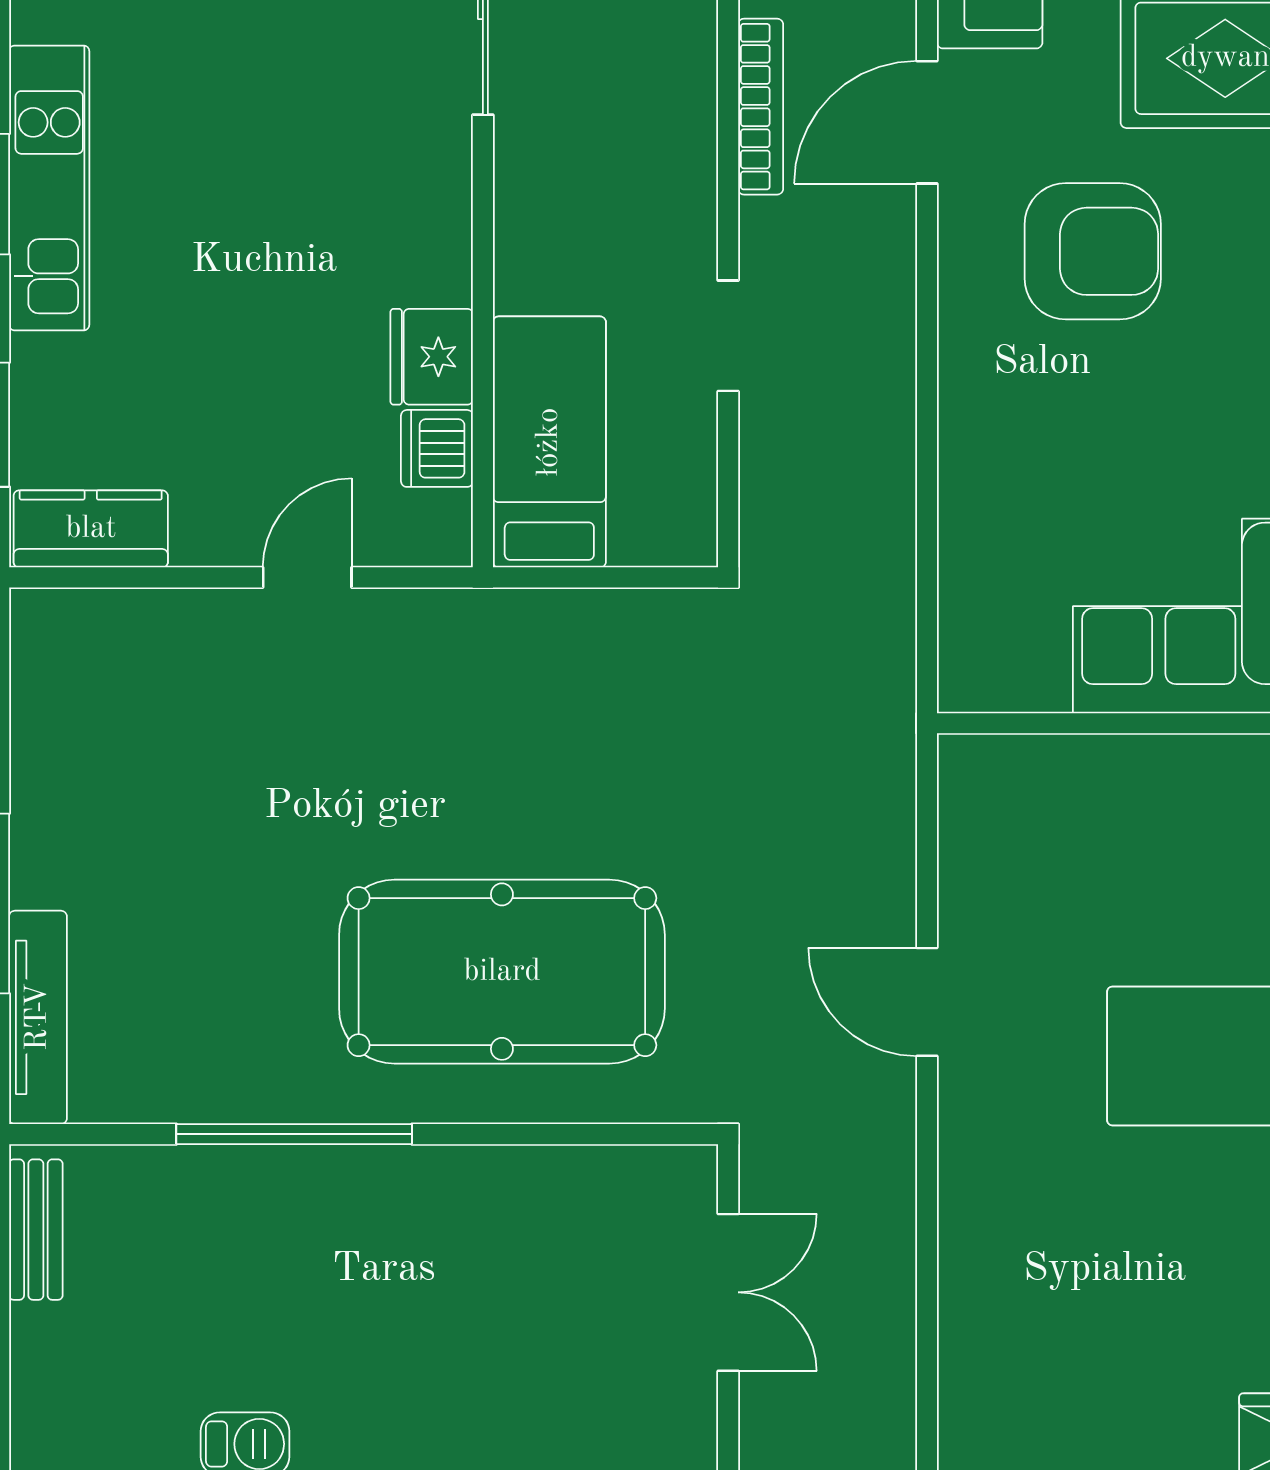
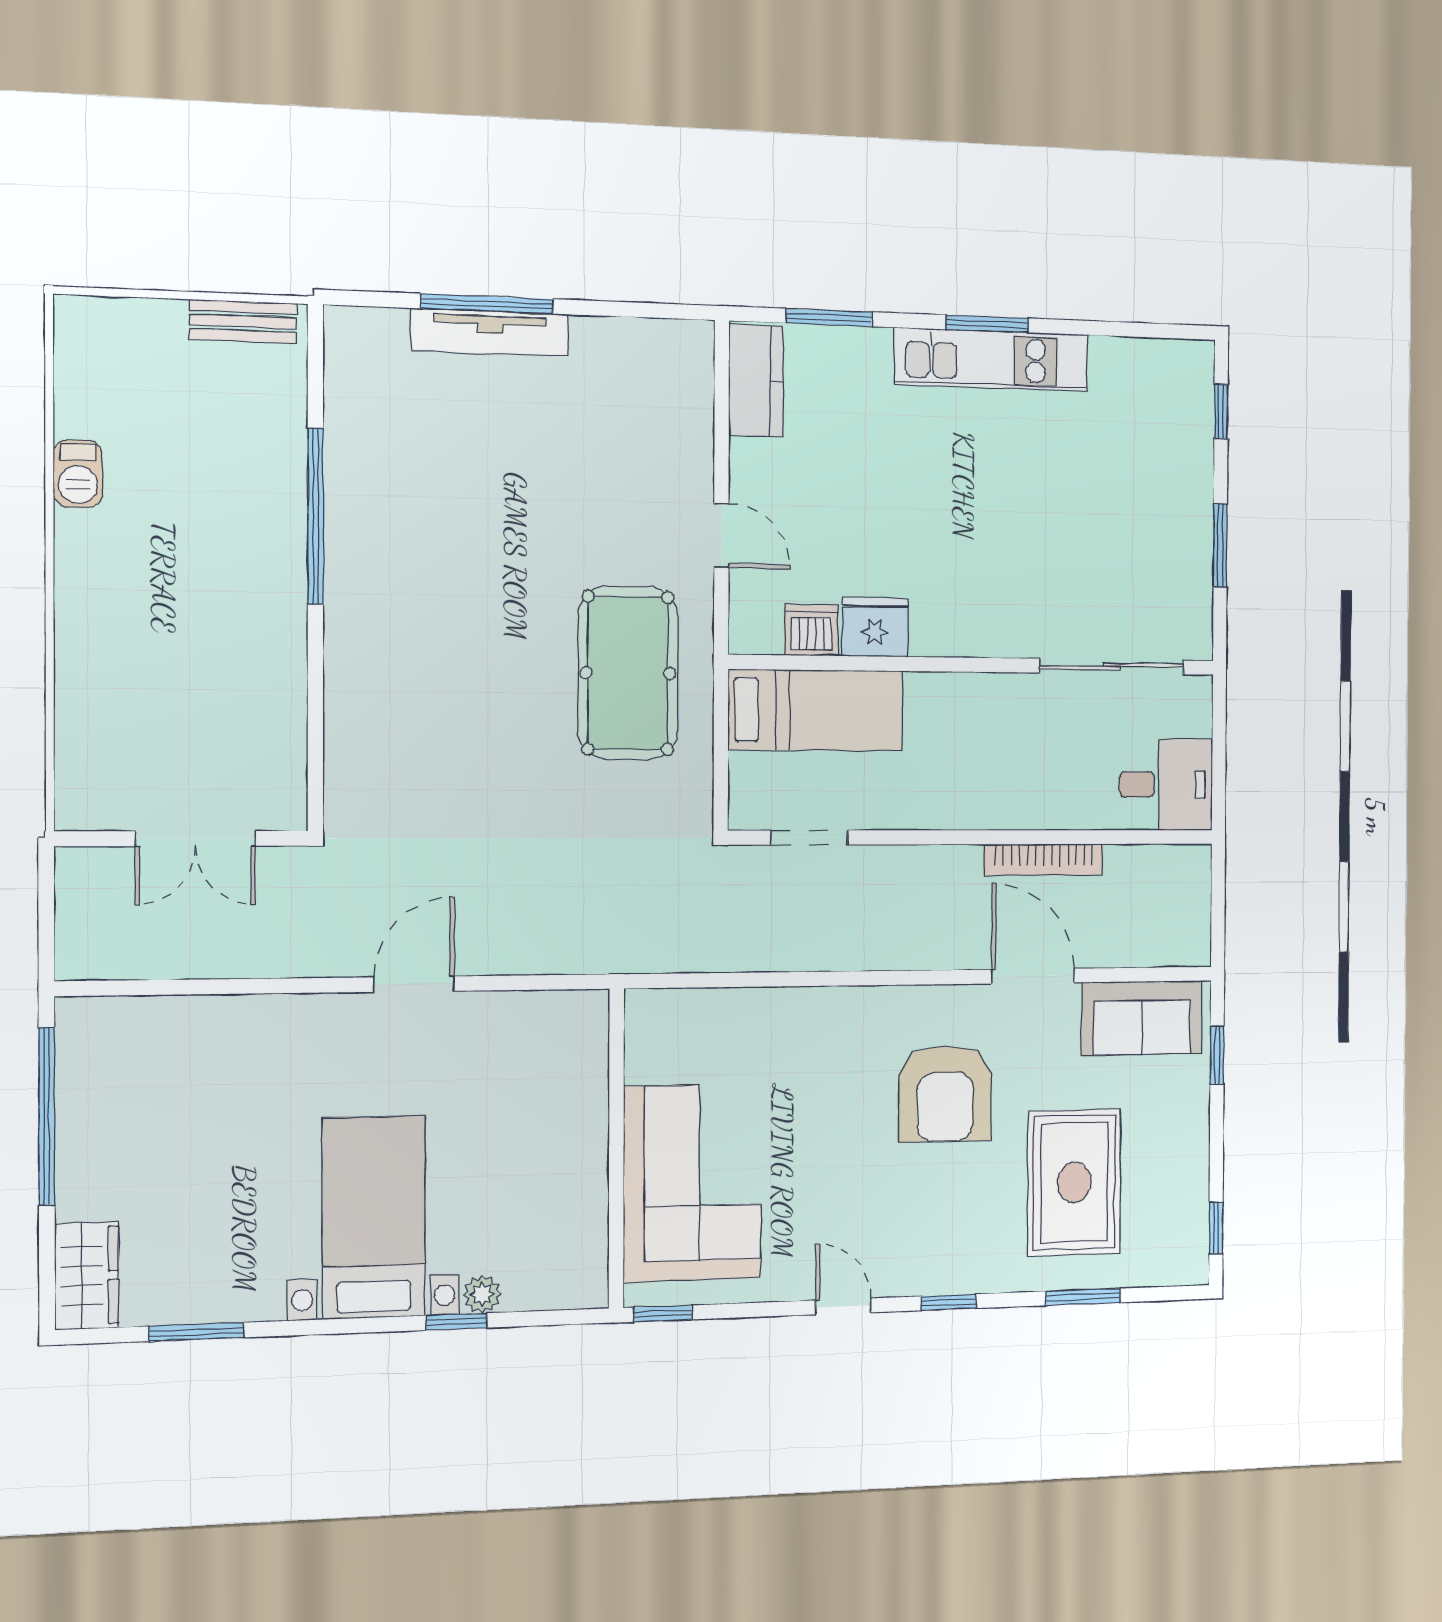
doorway: (728, 336) -> (810, 838), moved
pool table: (502, 972) -> (628, 673), moved, width x0.73, depth x0.76
tv unit: (38, 1017) -> (490, 332), moved

